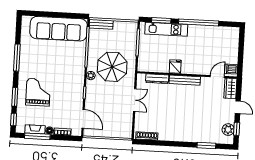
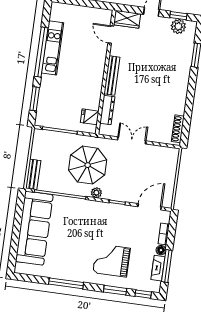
kitchen unit: (166, 29) -> (53, 48), moved
fridge: (175, 67) -> (90, 117), moved
dishwasher: (231, 69) -> (103, 16), removed

